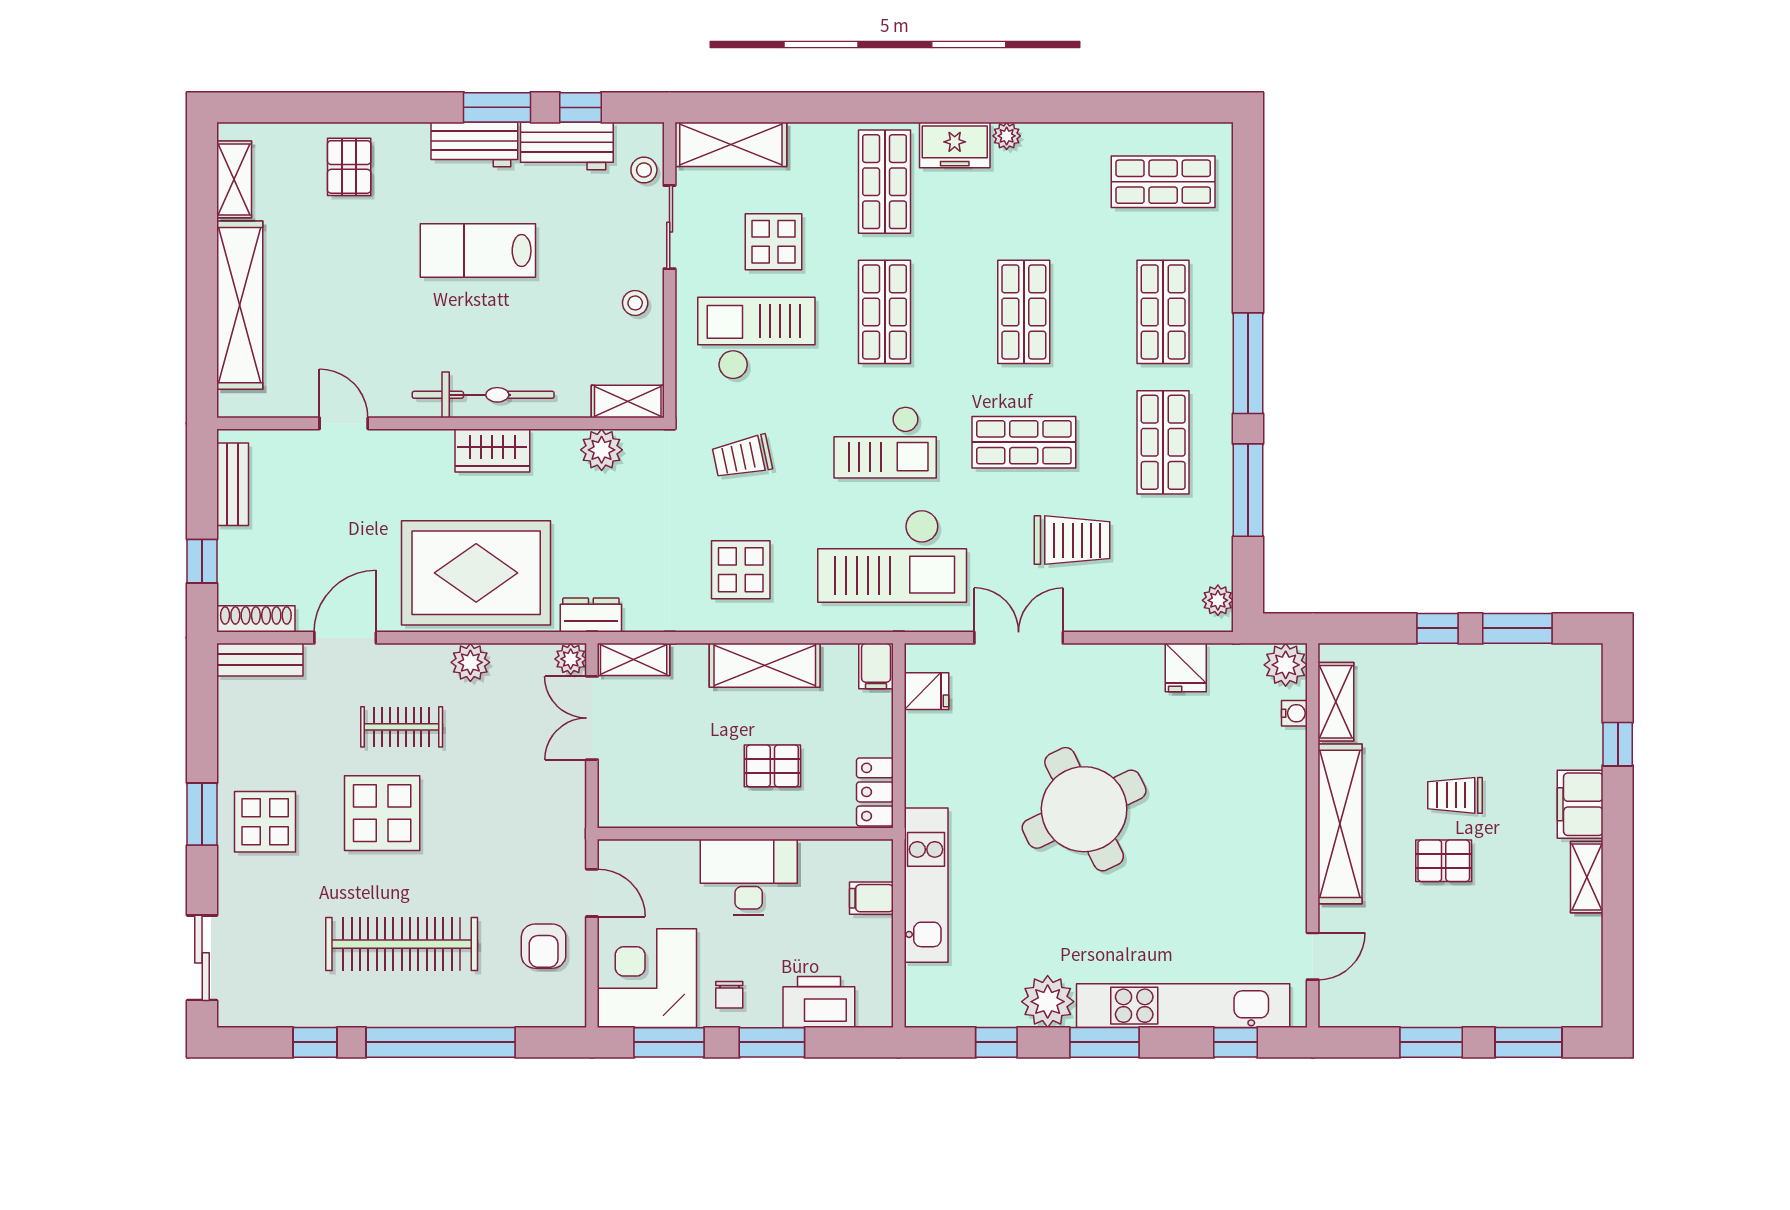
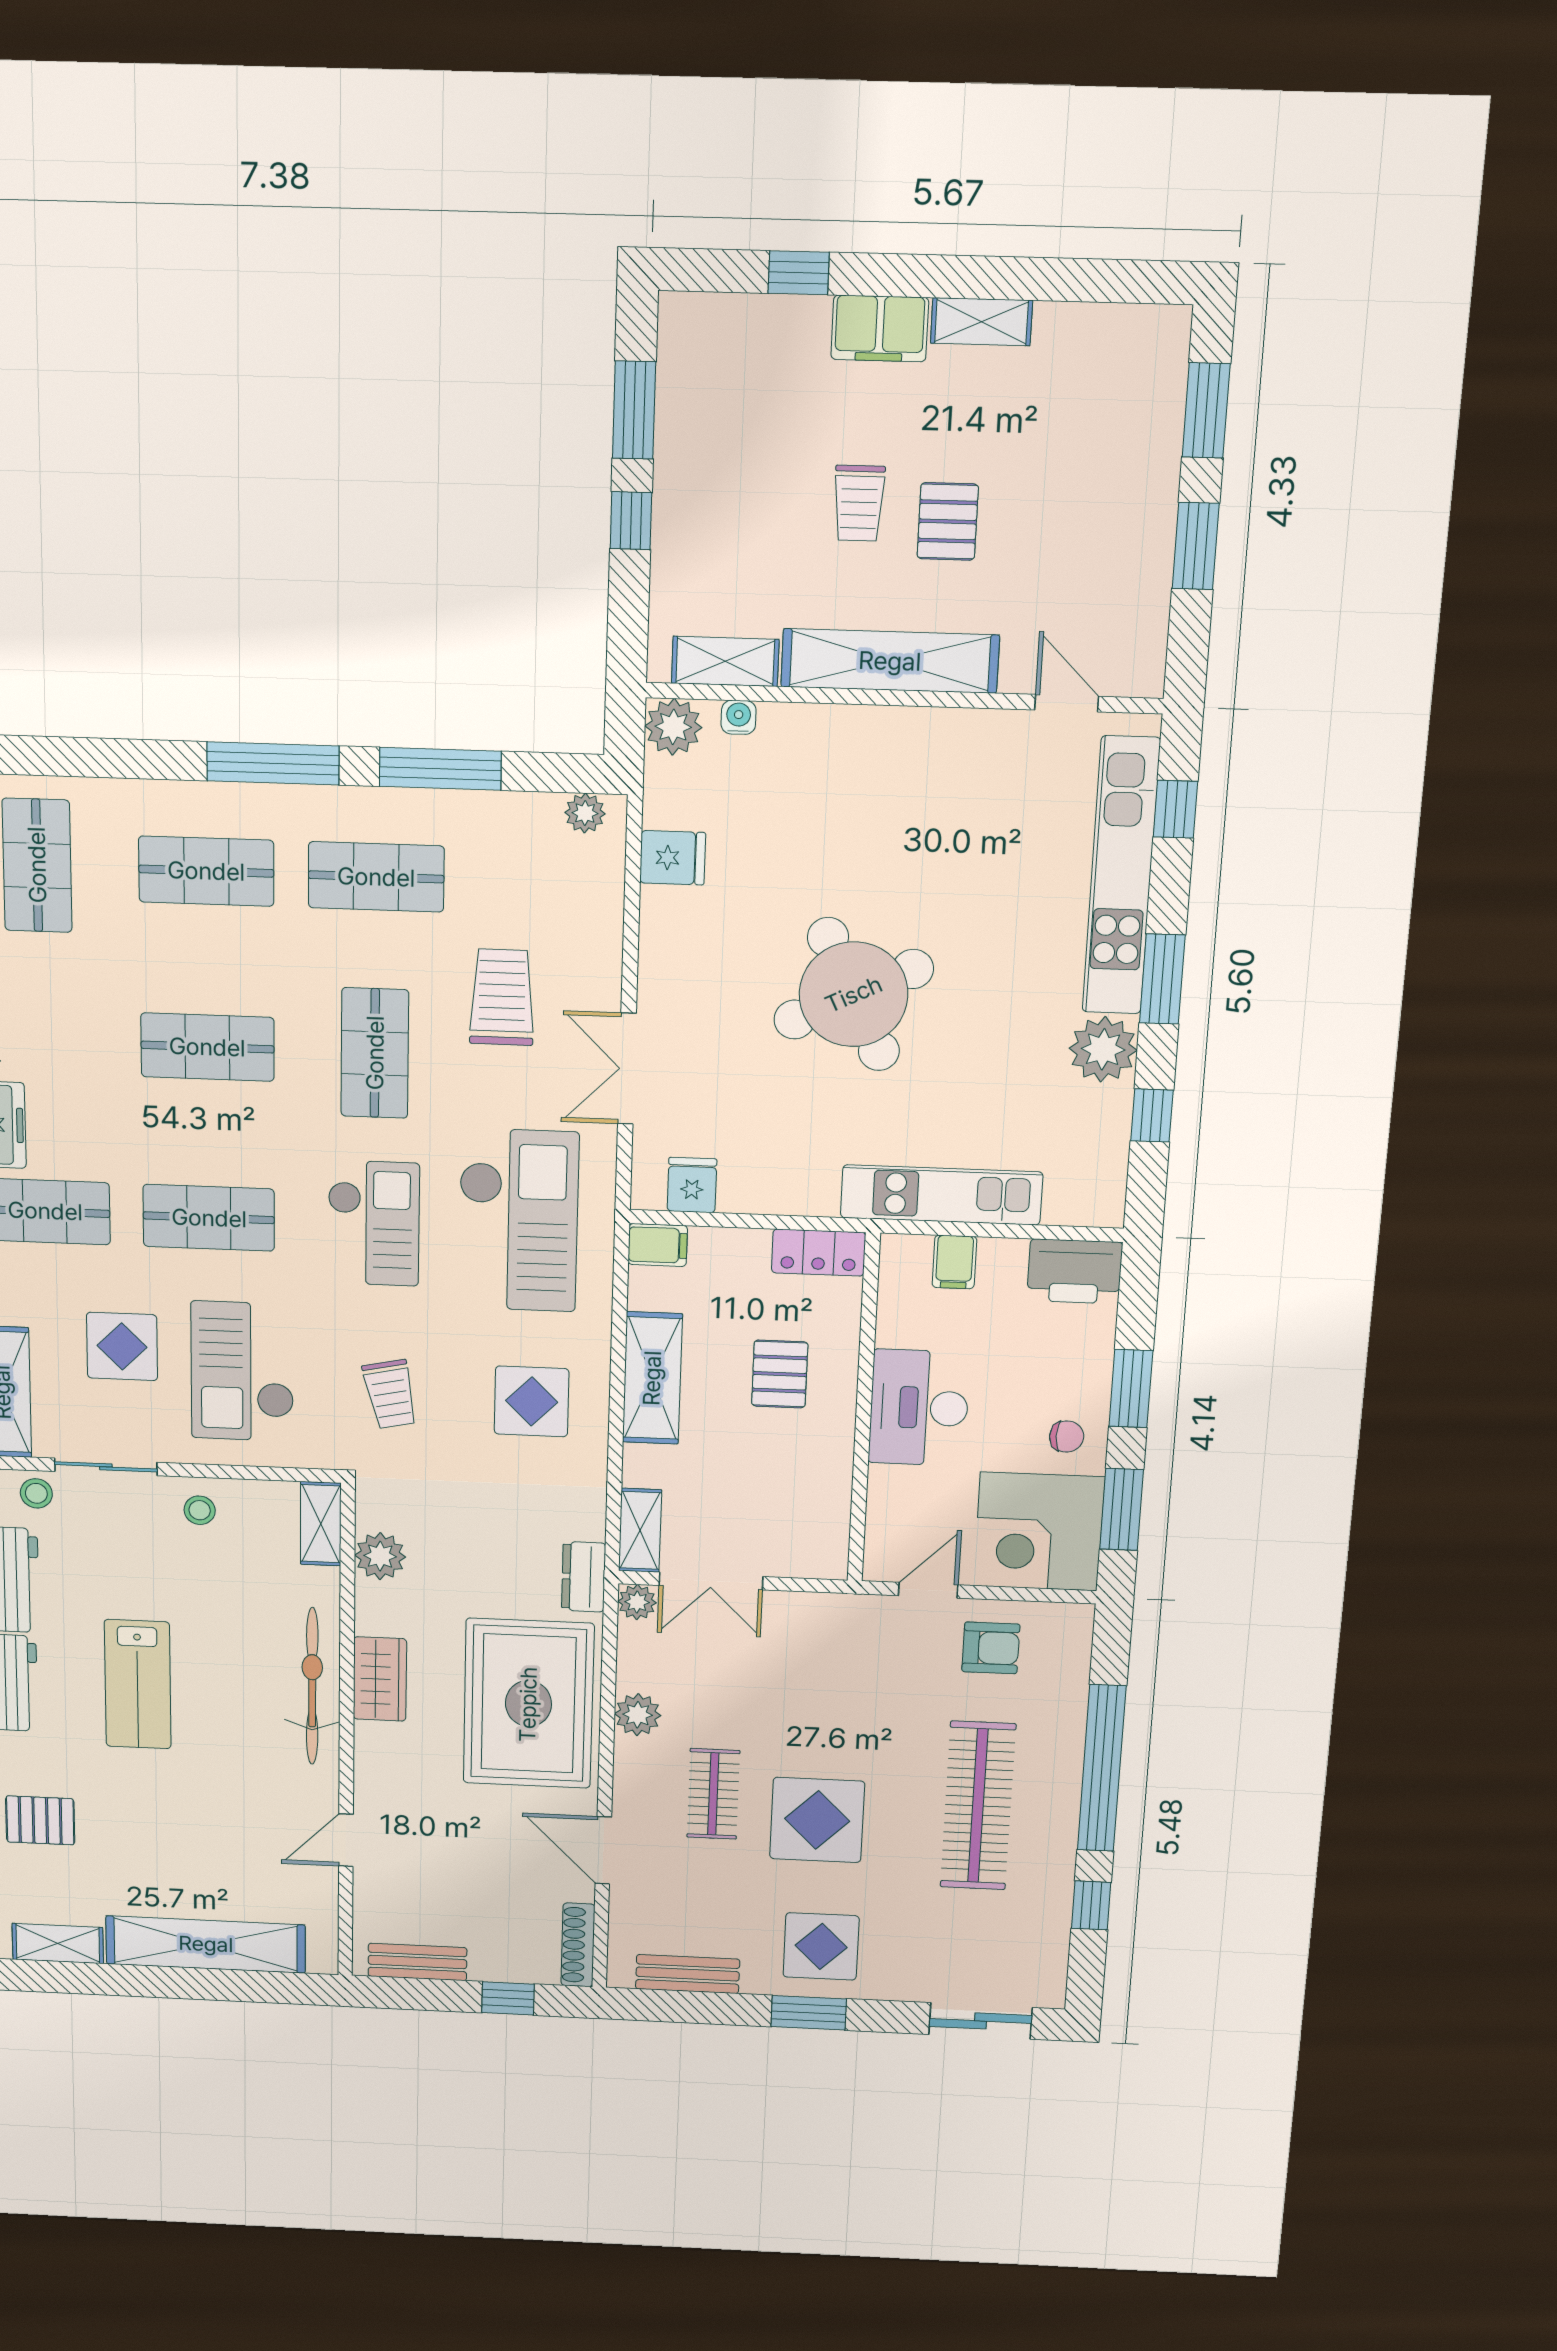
bench: (260, 660) -> (688, 1974), moved, turned 90
printer: (819, 1002) -> (1075, 1271), moved, turned -90

